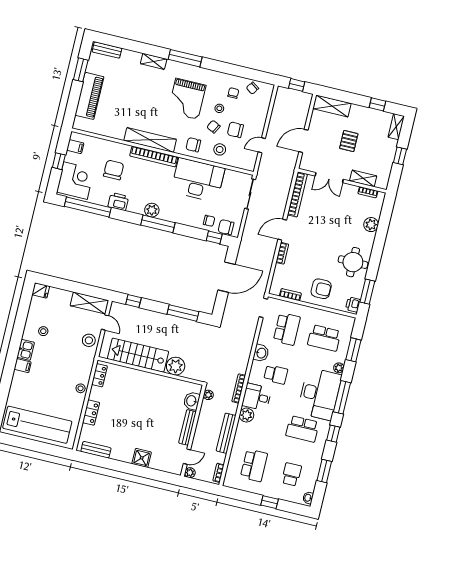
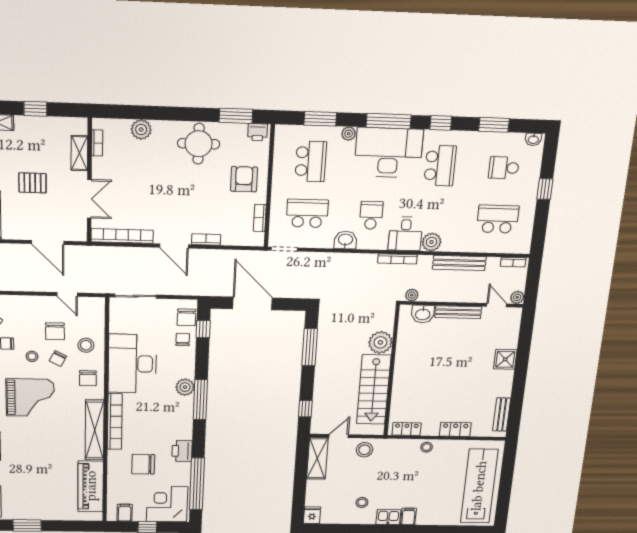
piano: (89, 96) -> (91, 486), moved, turned -90
plant: (152, 210) -> (185, 387), moved

